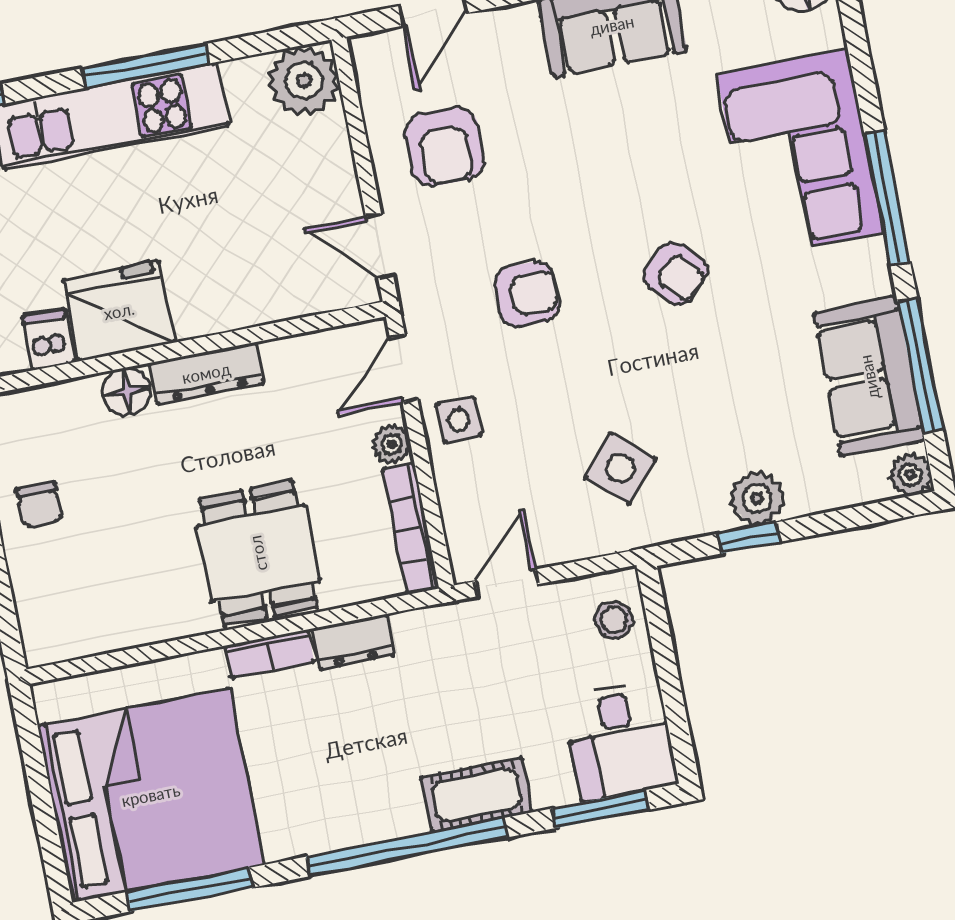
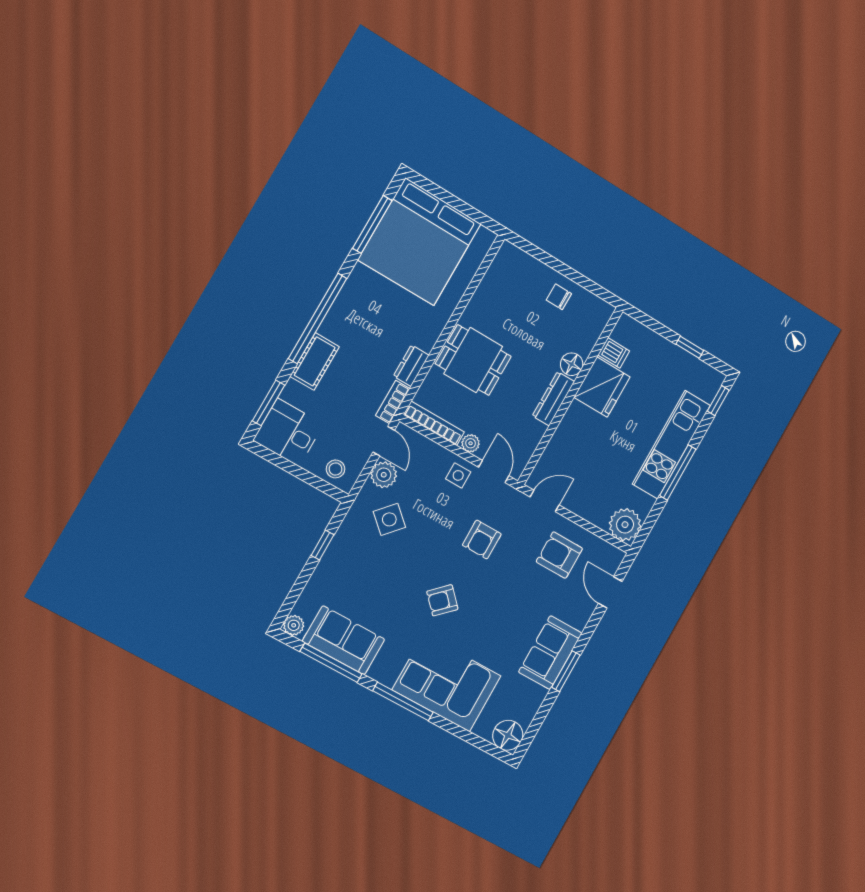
plant: (757, 499) -> (384, 475), moved
bookcase: (270, 654) -> (393, 402), moved

